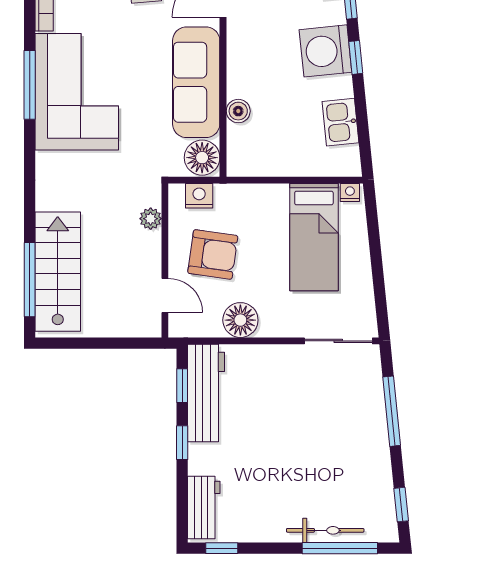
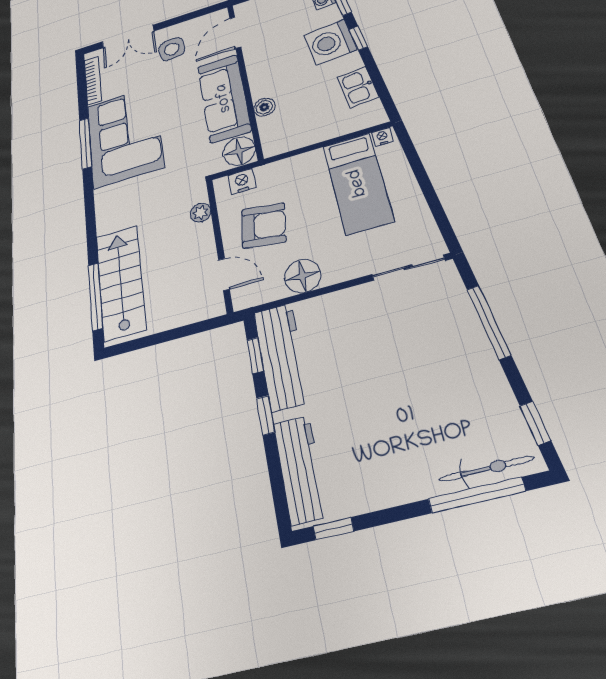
workbench: (204, 507) -> (300, 469), width x1.38
bicycle: (325, 530) -> (486, 469), moved

